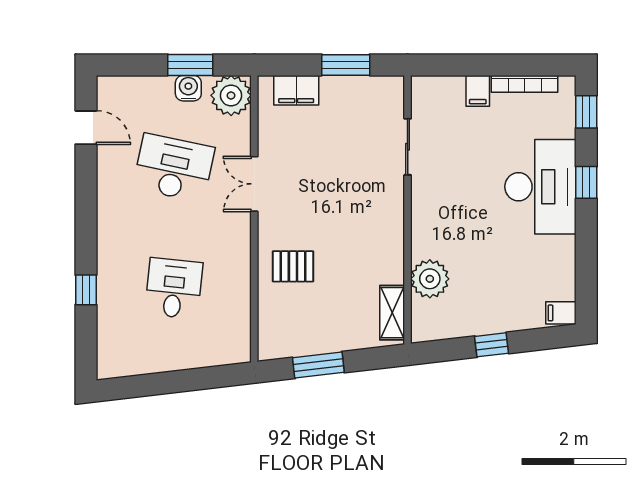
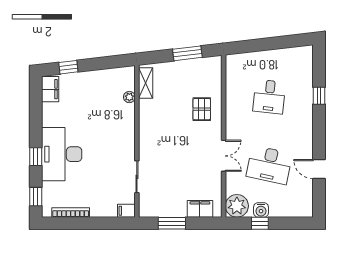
window: (190, 65) -> (260, 223), width x0.67
filing cabinet: (478, 91) -> (126, 211), moved, turned -90
door: (86, 128) -> (319, 169), moved
pallet: (293, 266) -> (202, 109), turned 90
plant: (430, 279) -> (129, 97), width x0.53, depth x0.53
filing cabinet: (561, 313) -> (50, 89), width x2.00
window: (492, 345) -> (68, 67), moved

